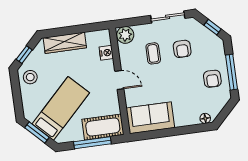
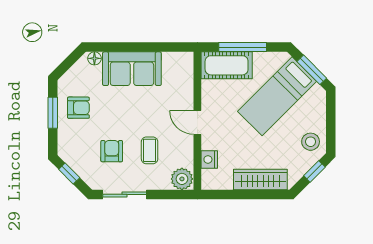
window: (231, 72) -> (53, 113), width x0.69
armchair: (212, 79) -> (78, 108), turned 90
sofa: (150, 118) -> (132, 69), moved

